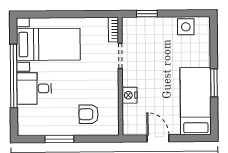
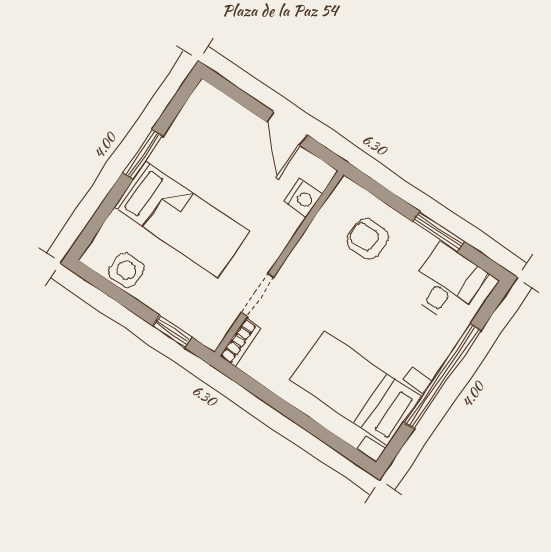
desk: (34, 88) -> (447, 283), moved, turned -90
nightstand: (130, 95) -> (303, 198), moved
bed: (196, 101) -> (182, 219), moved, turned -90
armchair: (89, 114) -> (368, 239), turned 180

